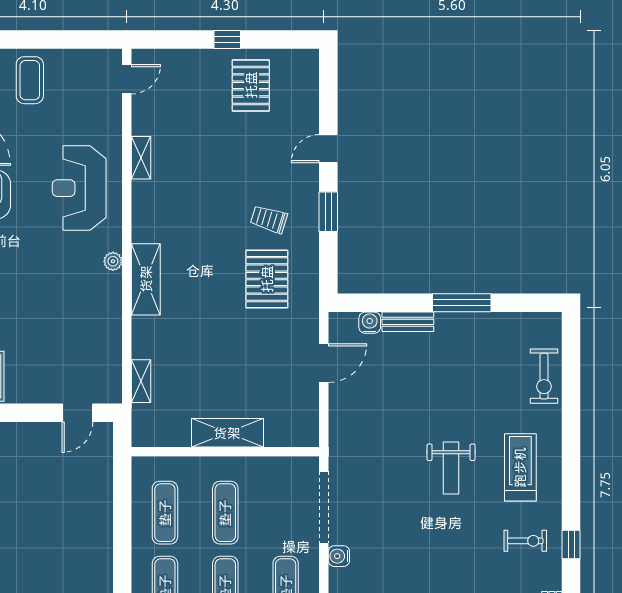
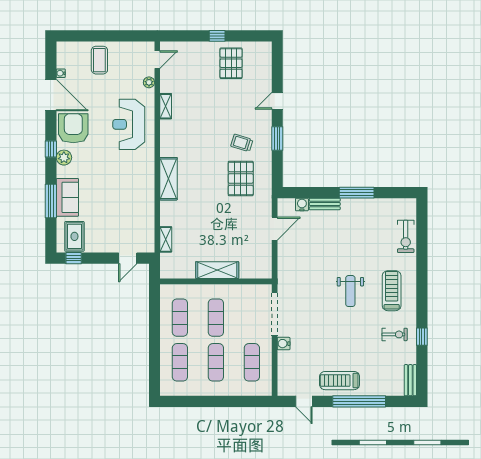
plant: (113, 261) -> (149, 82), moved

